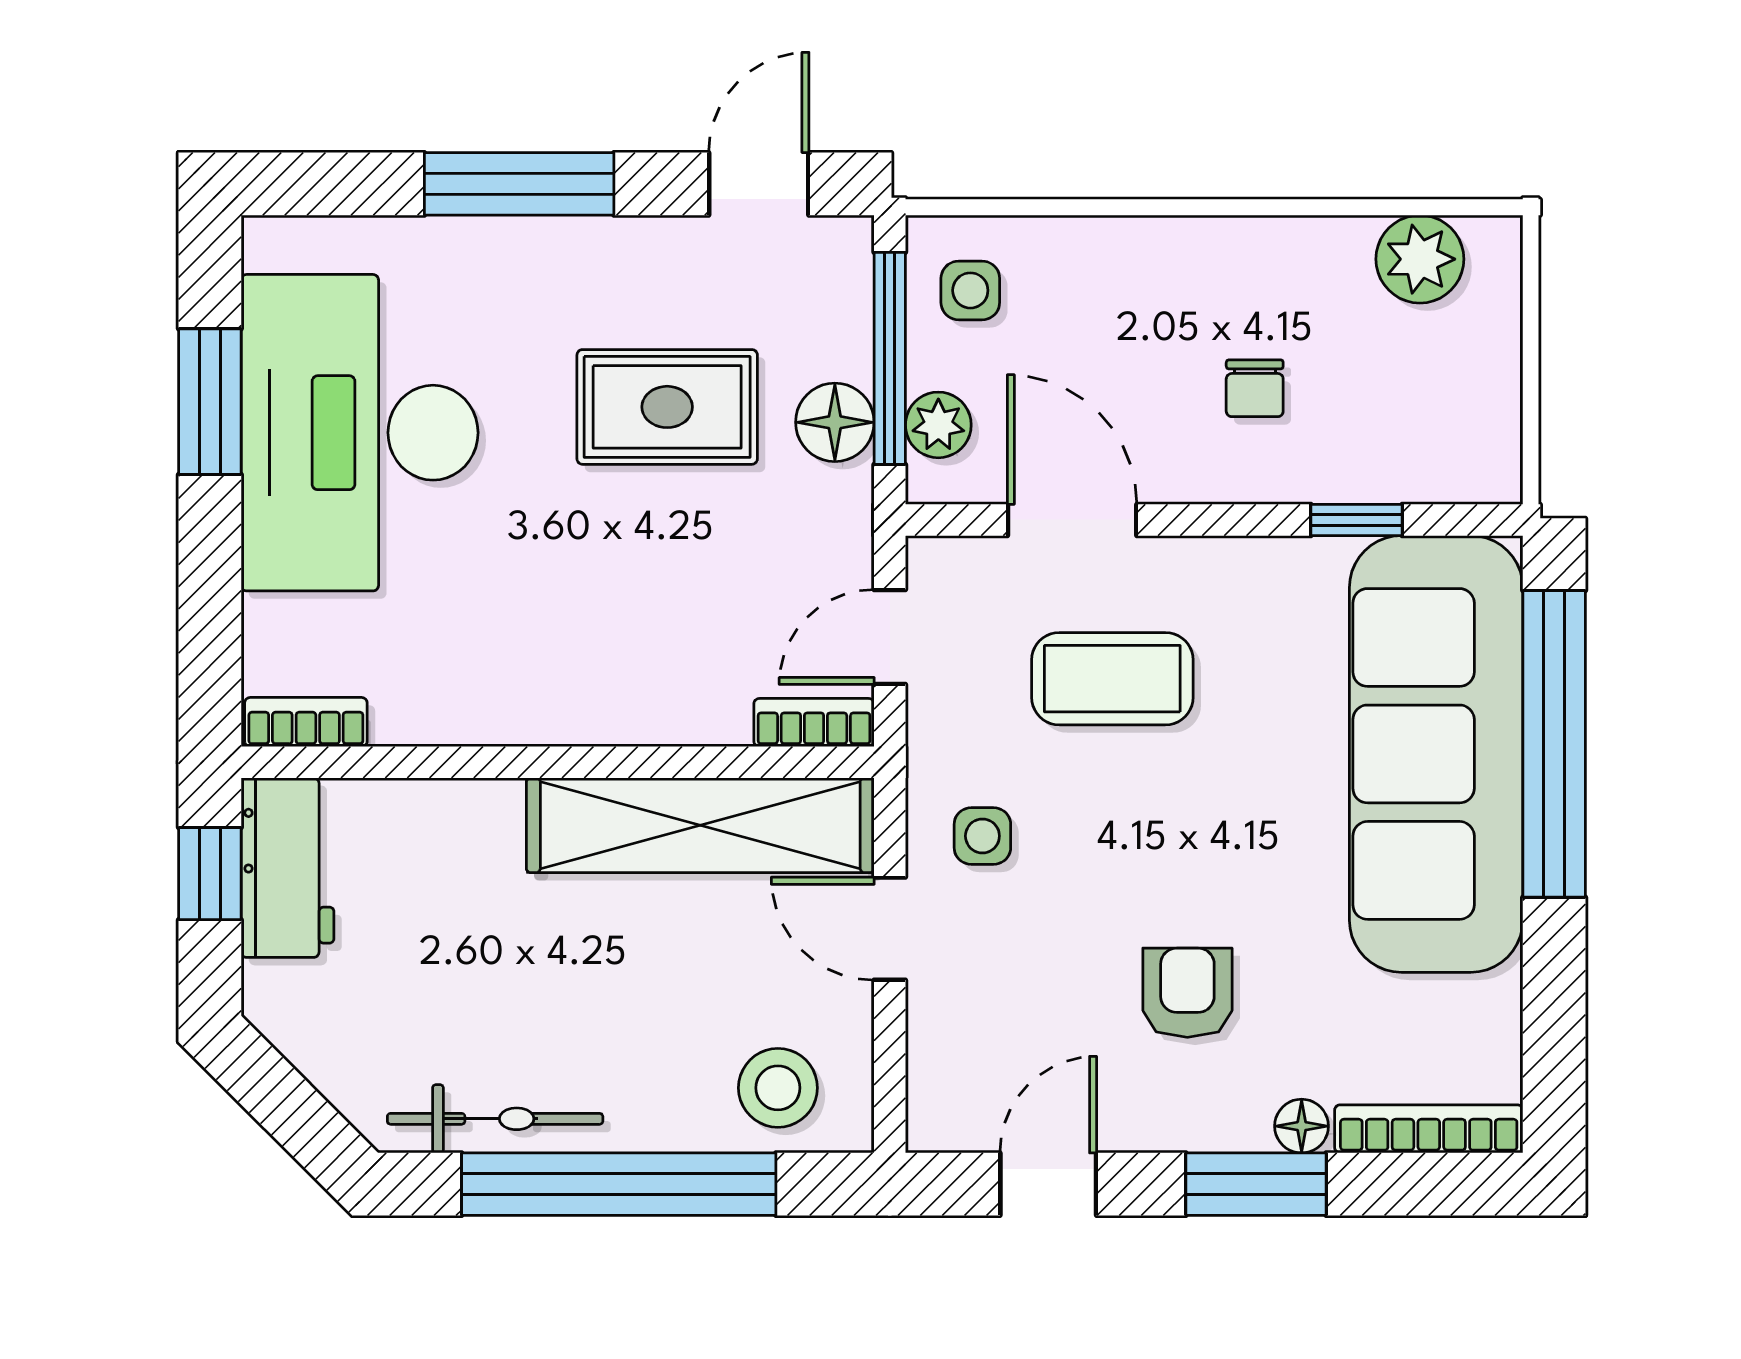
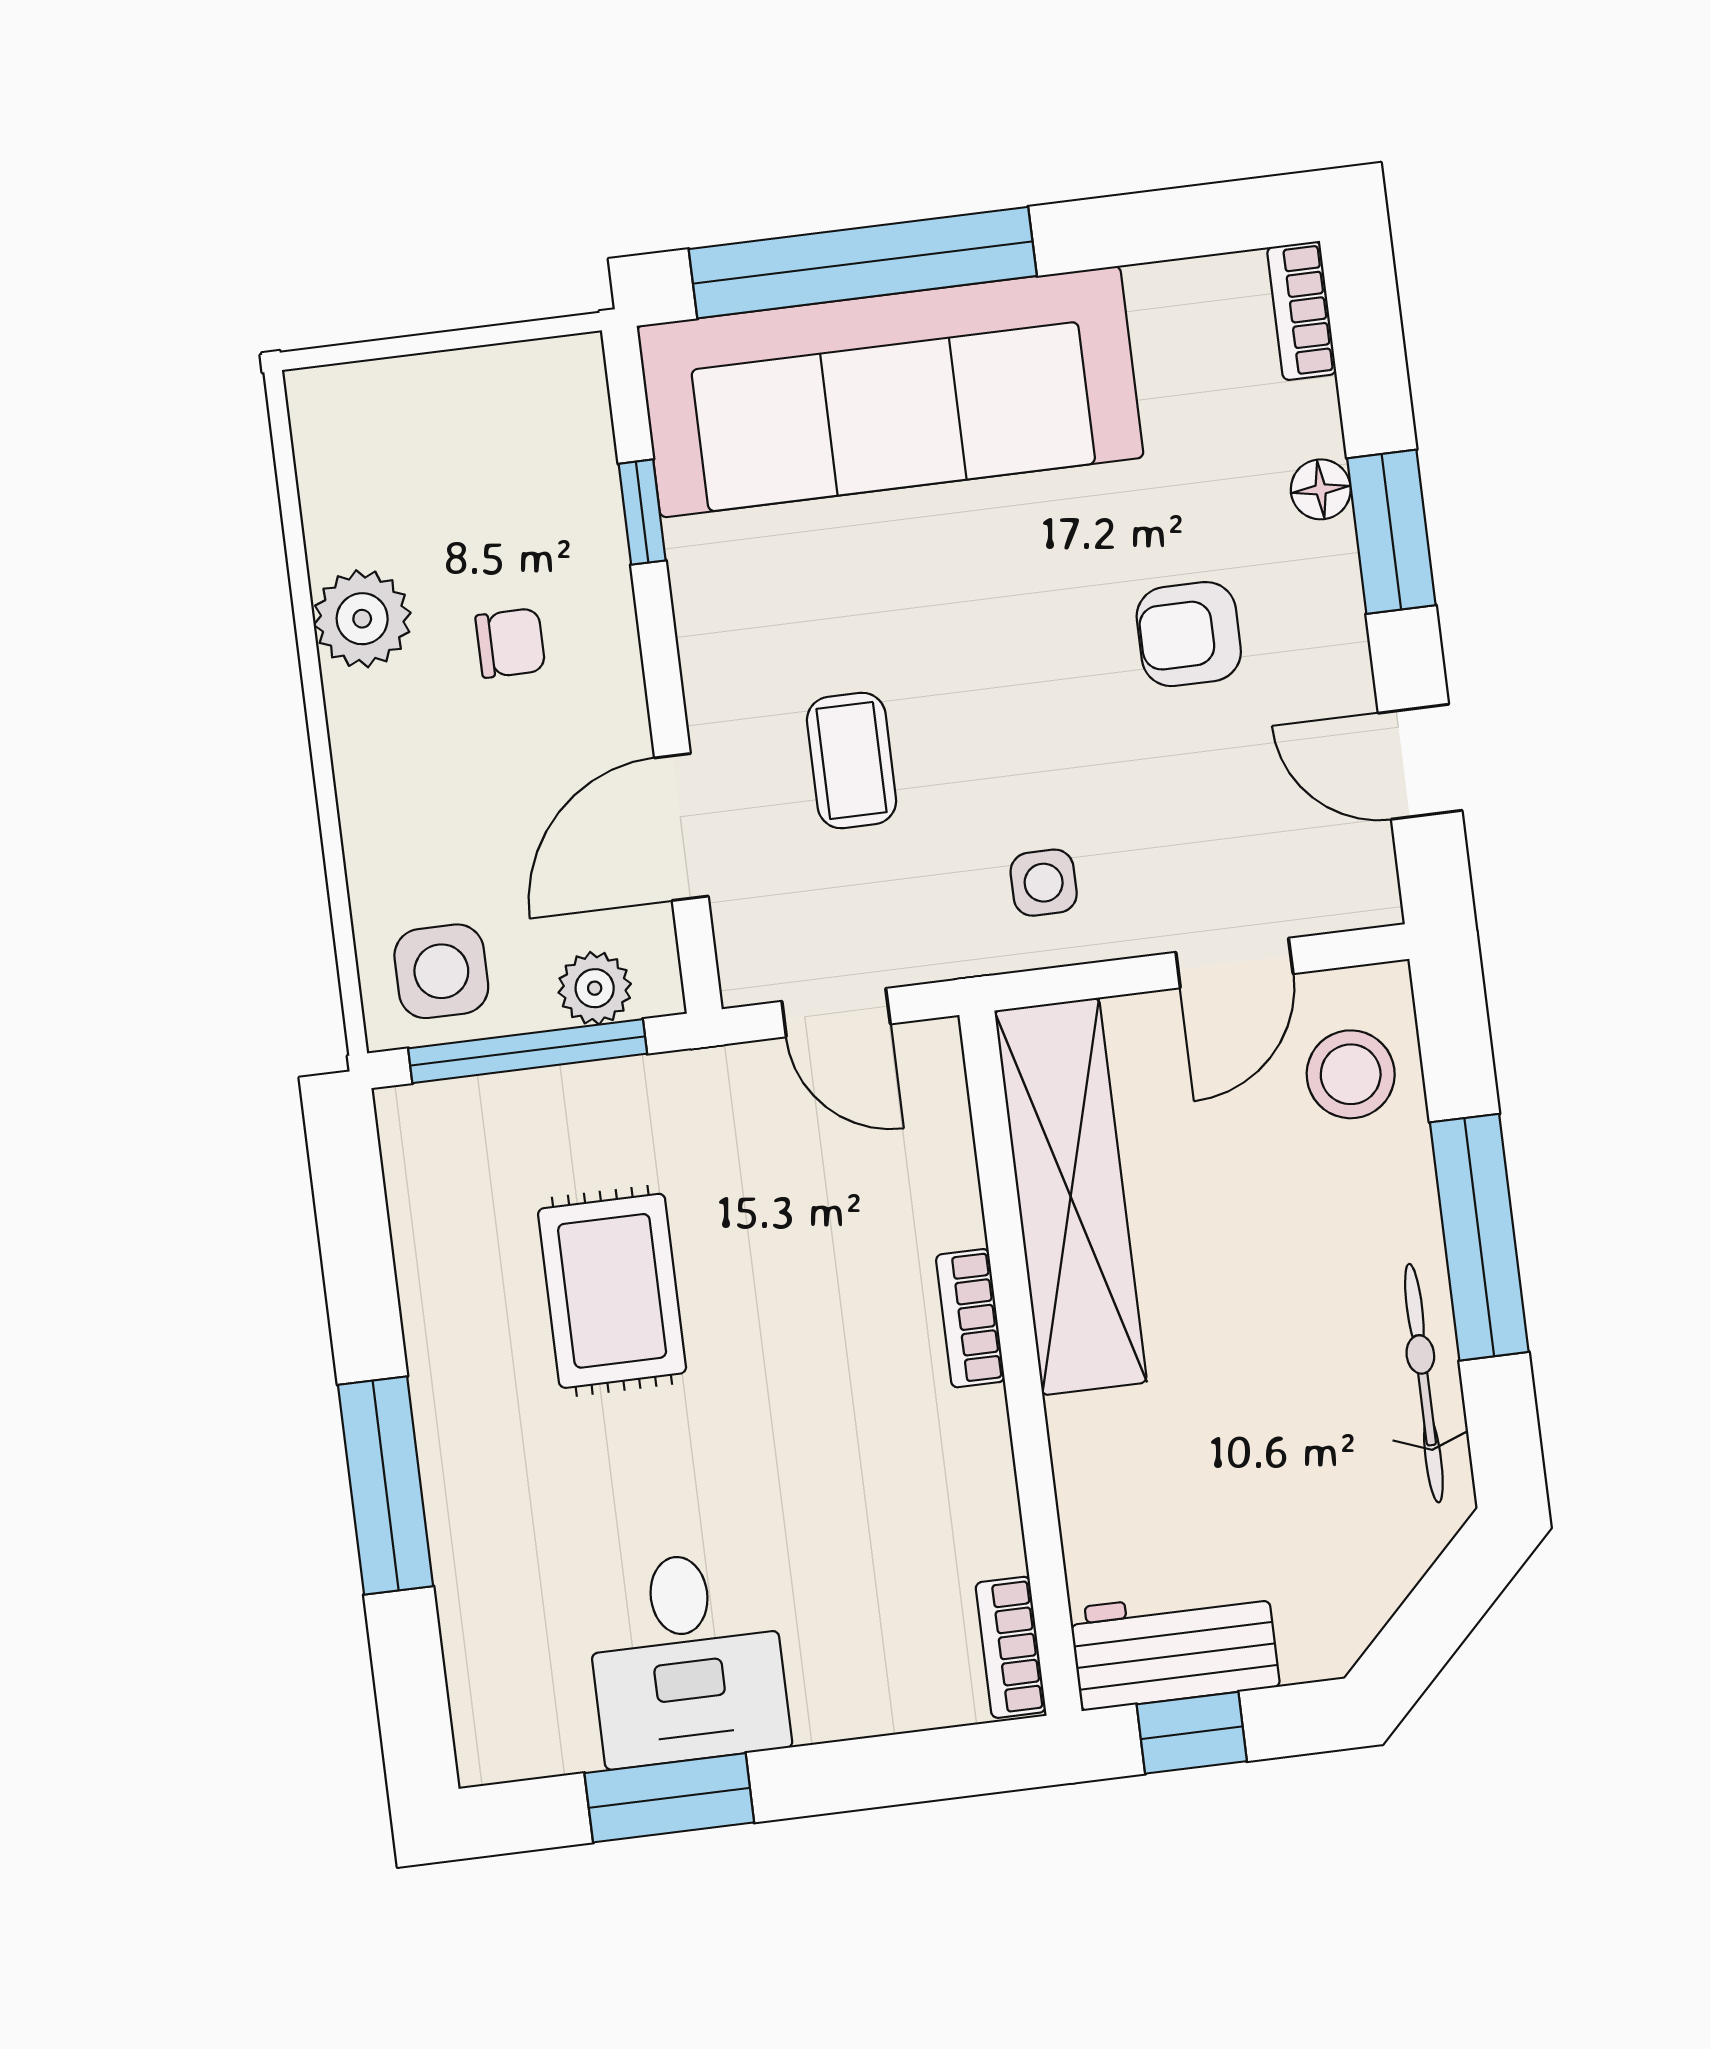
door: (759, 184) -> (353, 1220), removed
plant: (1420, 259) -> (362, 619), moved
side table: (970, 290) -> (441, 971), width x1.37, depth x1.37
floor lamp: (835, 422) -> (606, 1103), removed
desk: (360, 433) -> (687, 1658), width x0.53, depth x0.77
coffee table: (1112, 679) -> (852, 761), width x0.73, depth x0.77
bookcase: (814, 723) -> (970, 1318), moved
door: (890, 929) -> (1234, 963), moved
bookcase: (1429, 1129) -> (1302, 311), width x0.64
window: (619, 1184) -> (1479, 1237), width x0.68

